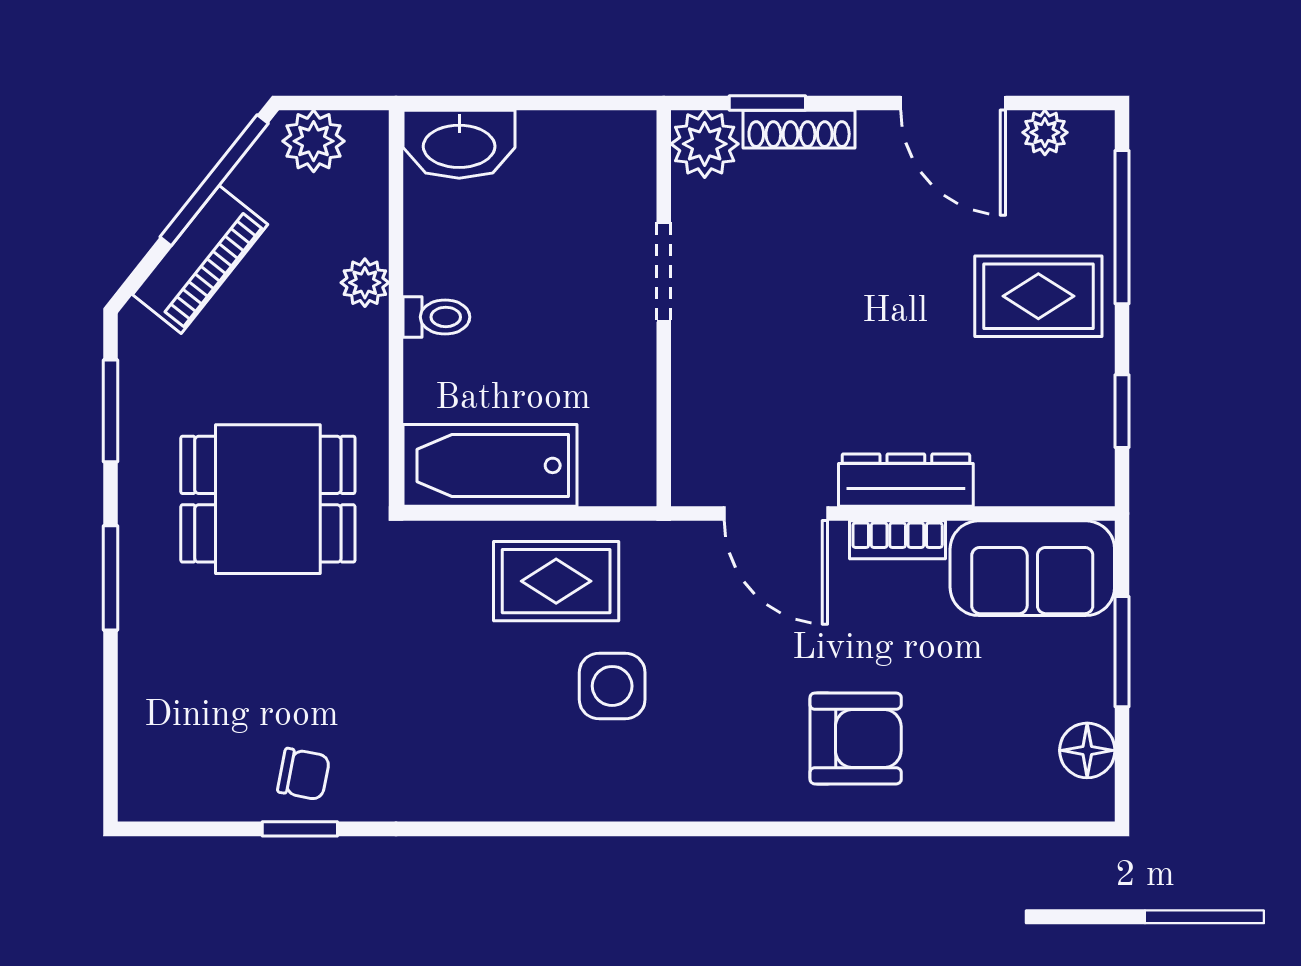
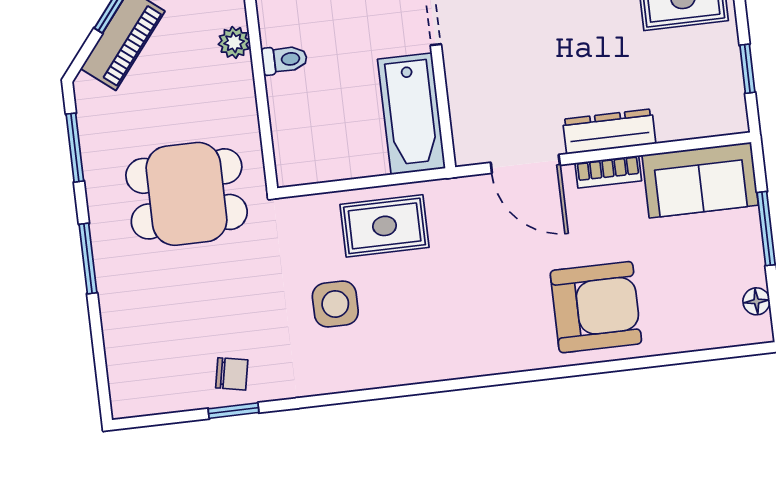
bathtub: (490, 465) -> (412, 114), moved, turned -90
side table: (612, 686) -> (335, 304), moved
armchair: (856, 738) -> (596, 307), width x1.36, depth x1.36
floor lamp: (1087, 750) -> (756, 301), width x0.73, depth x0.73

